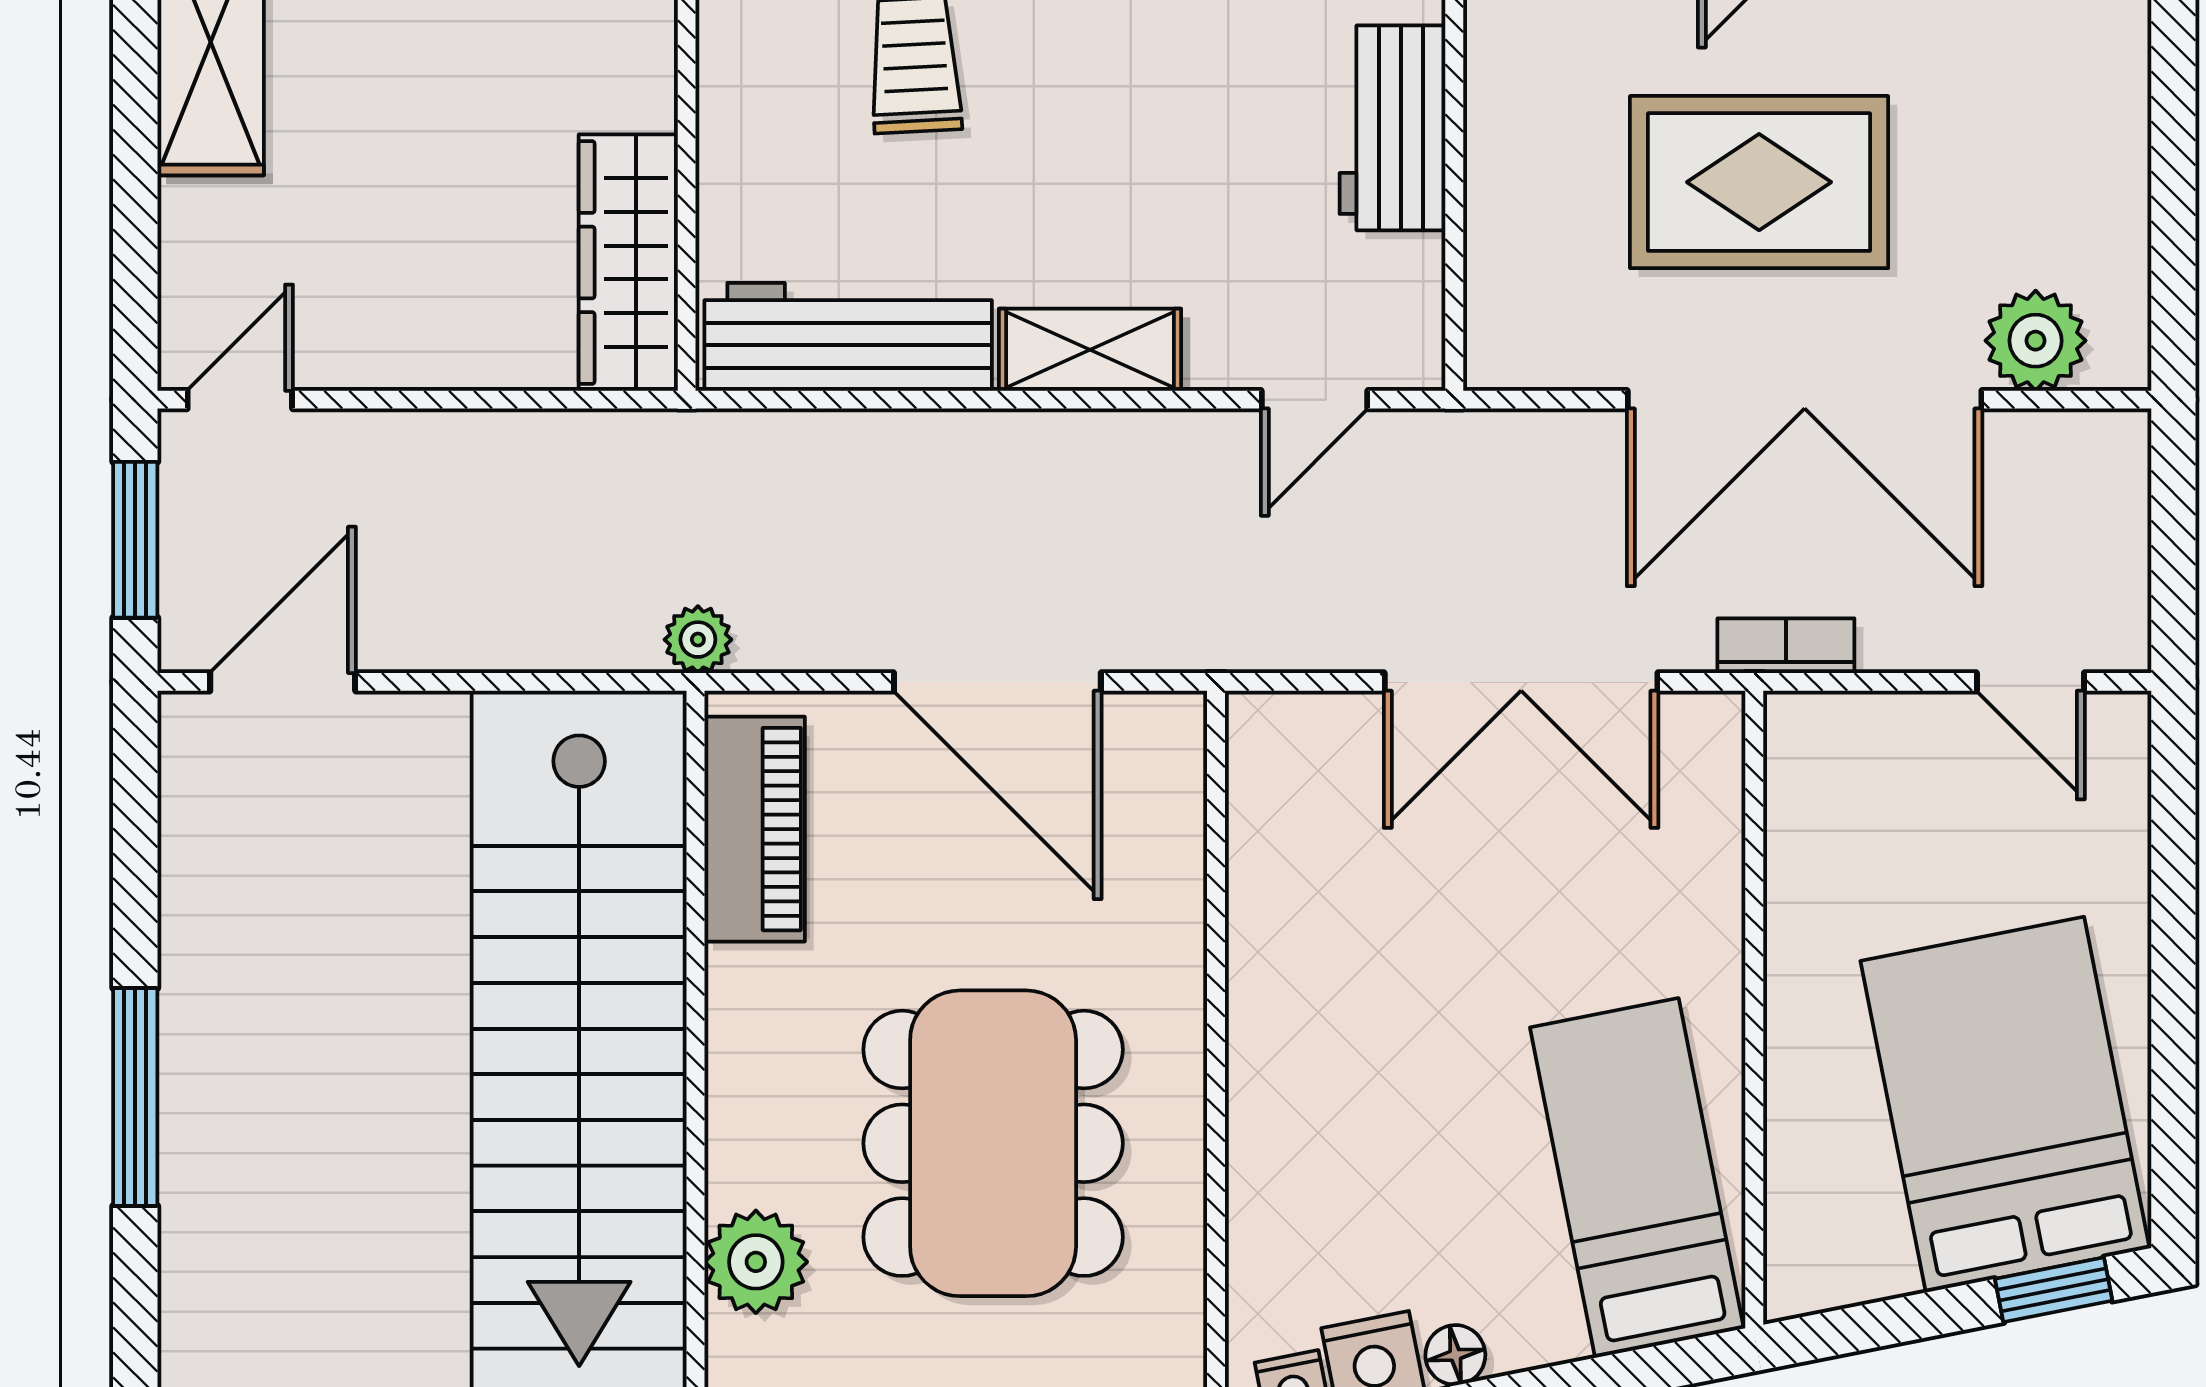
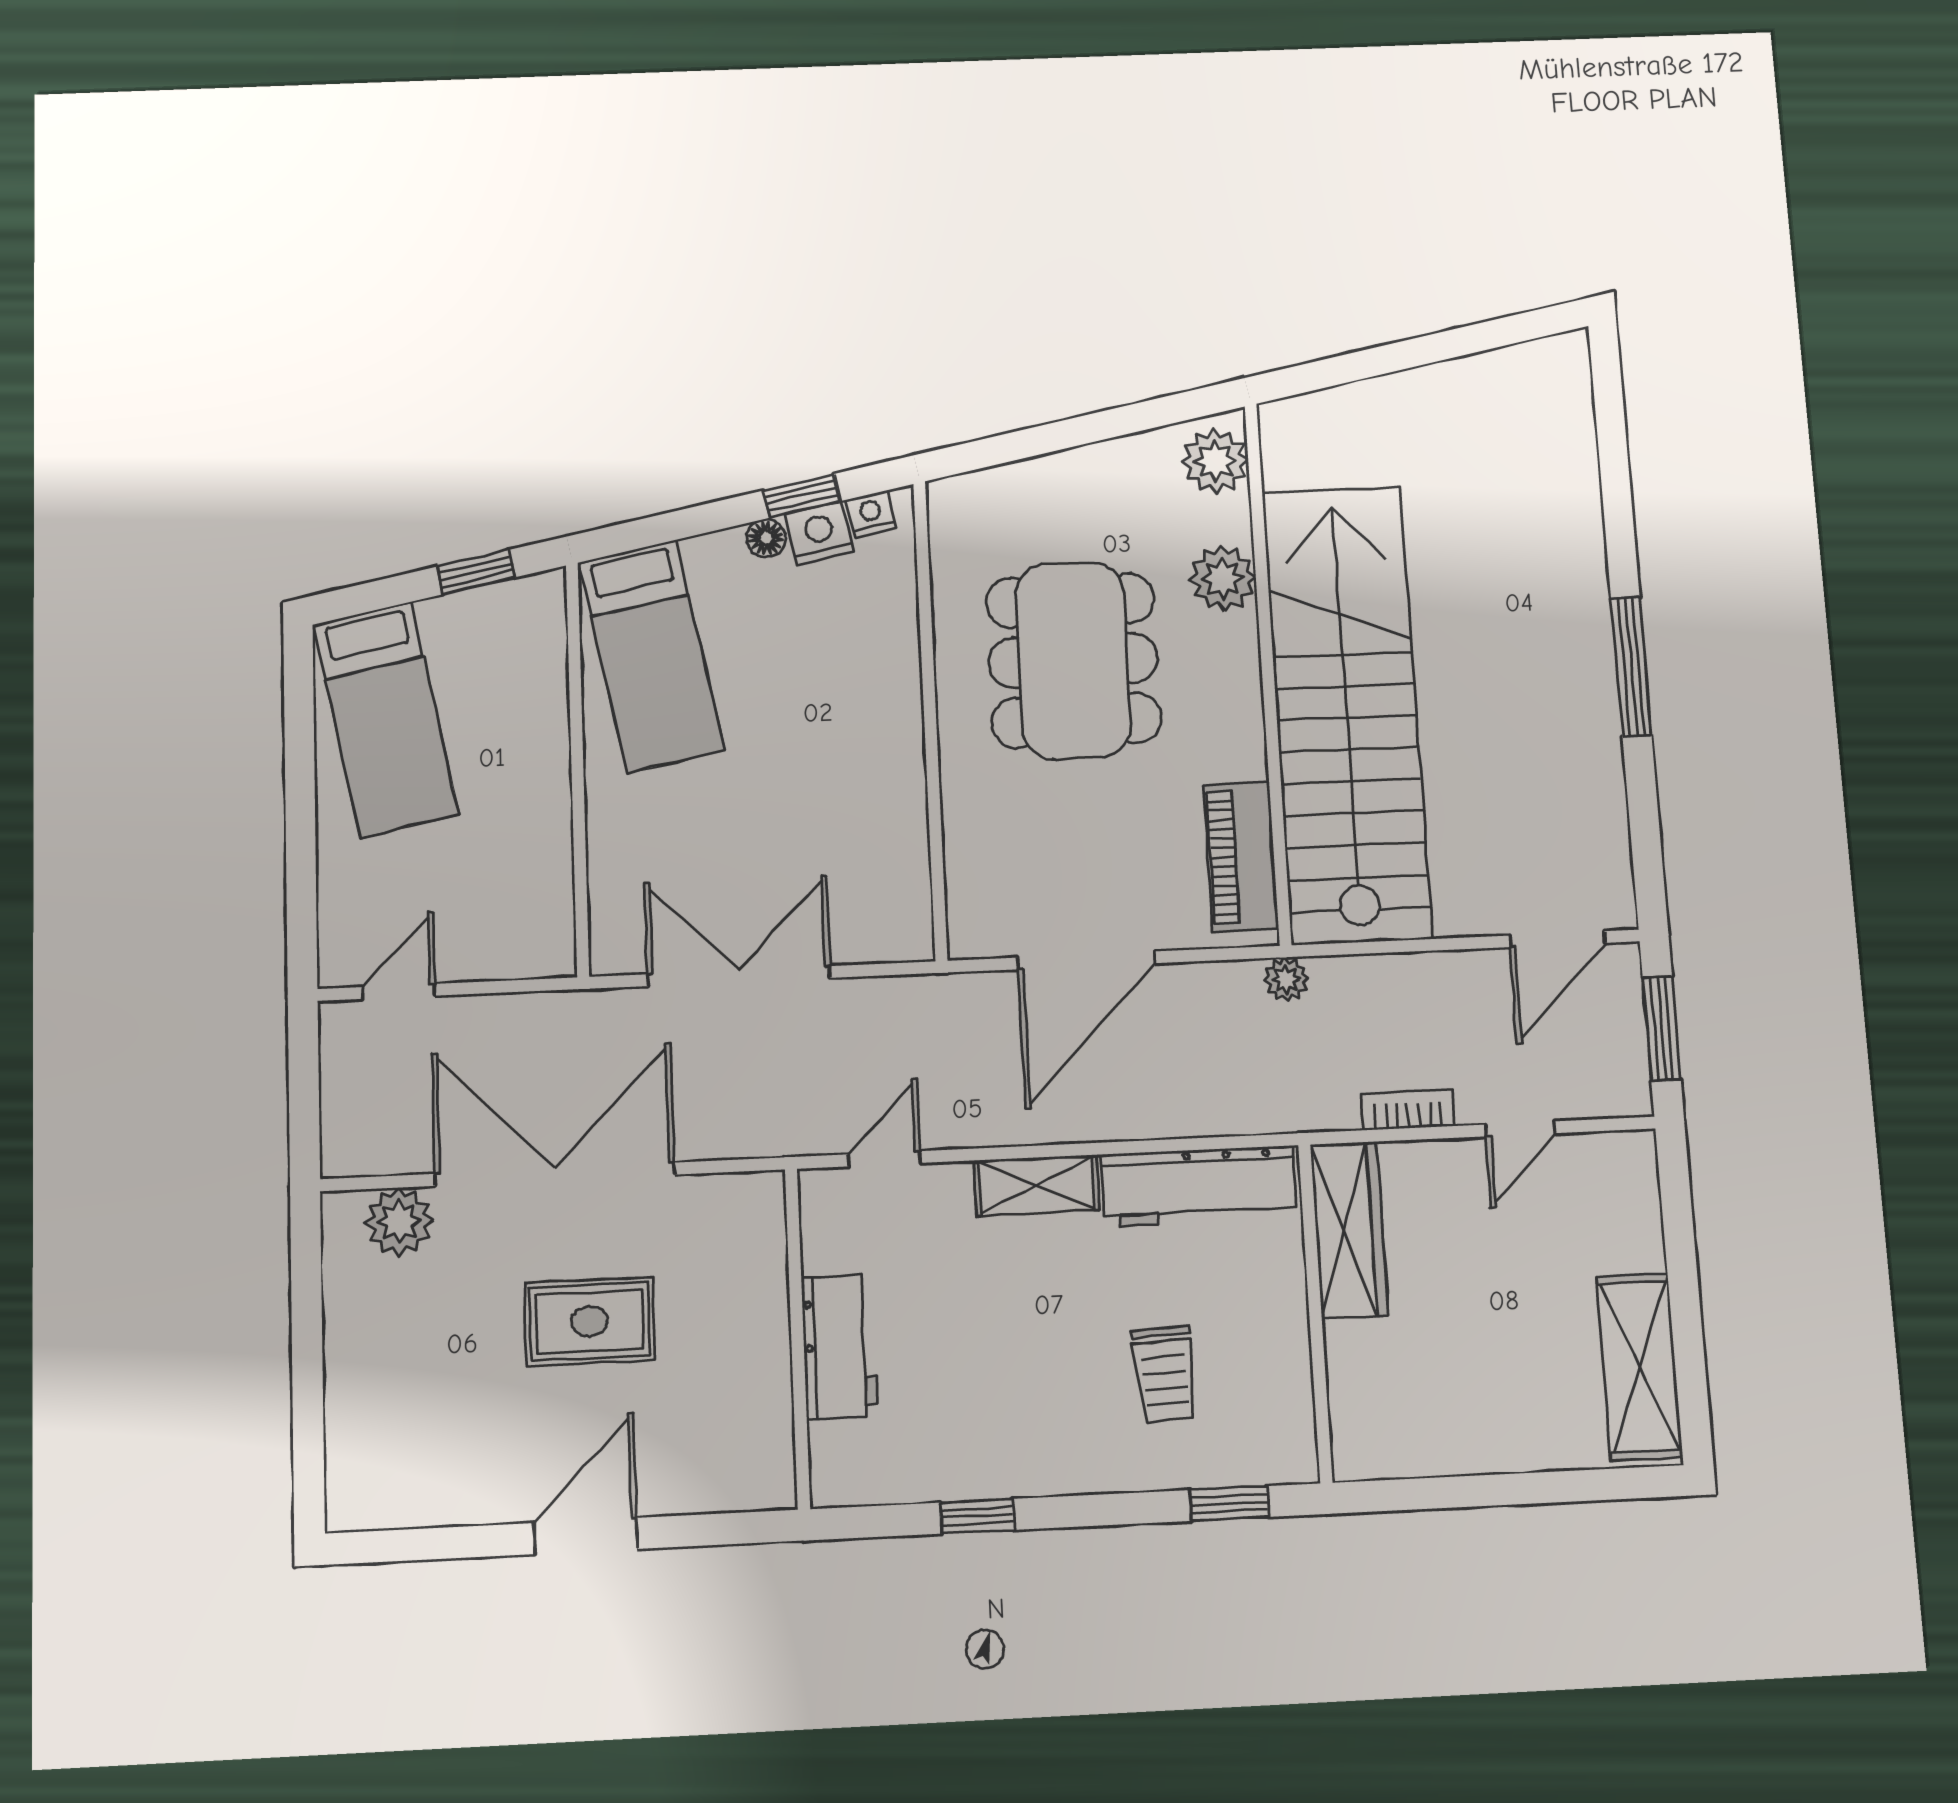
rug: (1759, 182) -> (590, 1321), width x0.73, depth x0.70
door: (240, 400) -> (1520, 1129), moved
bookcase: (1786, 646) -> (1408, 1110), moved, turned 180
door: (997, 682) -> (1087, 960), swing flipped
door: (2030, 682) -> (399, 991), hinge flipped
bed: (2005, 1105) -> (386, 719), width x0.67
window: (2054, 1290) -> (476, 572), moved

